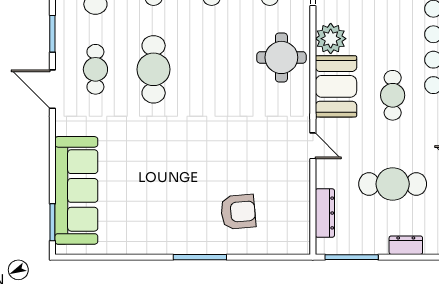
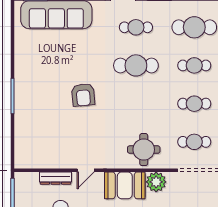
armchair: (238, 212) -> (83, 95), moved
dresser: (325, 213) -> (55, 178), moved

